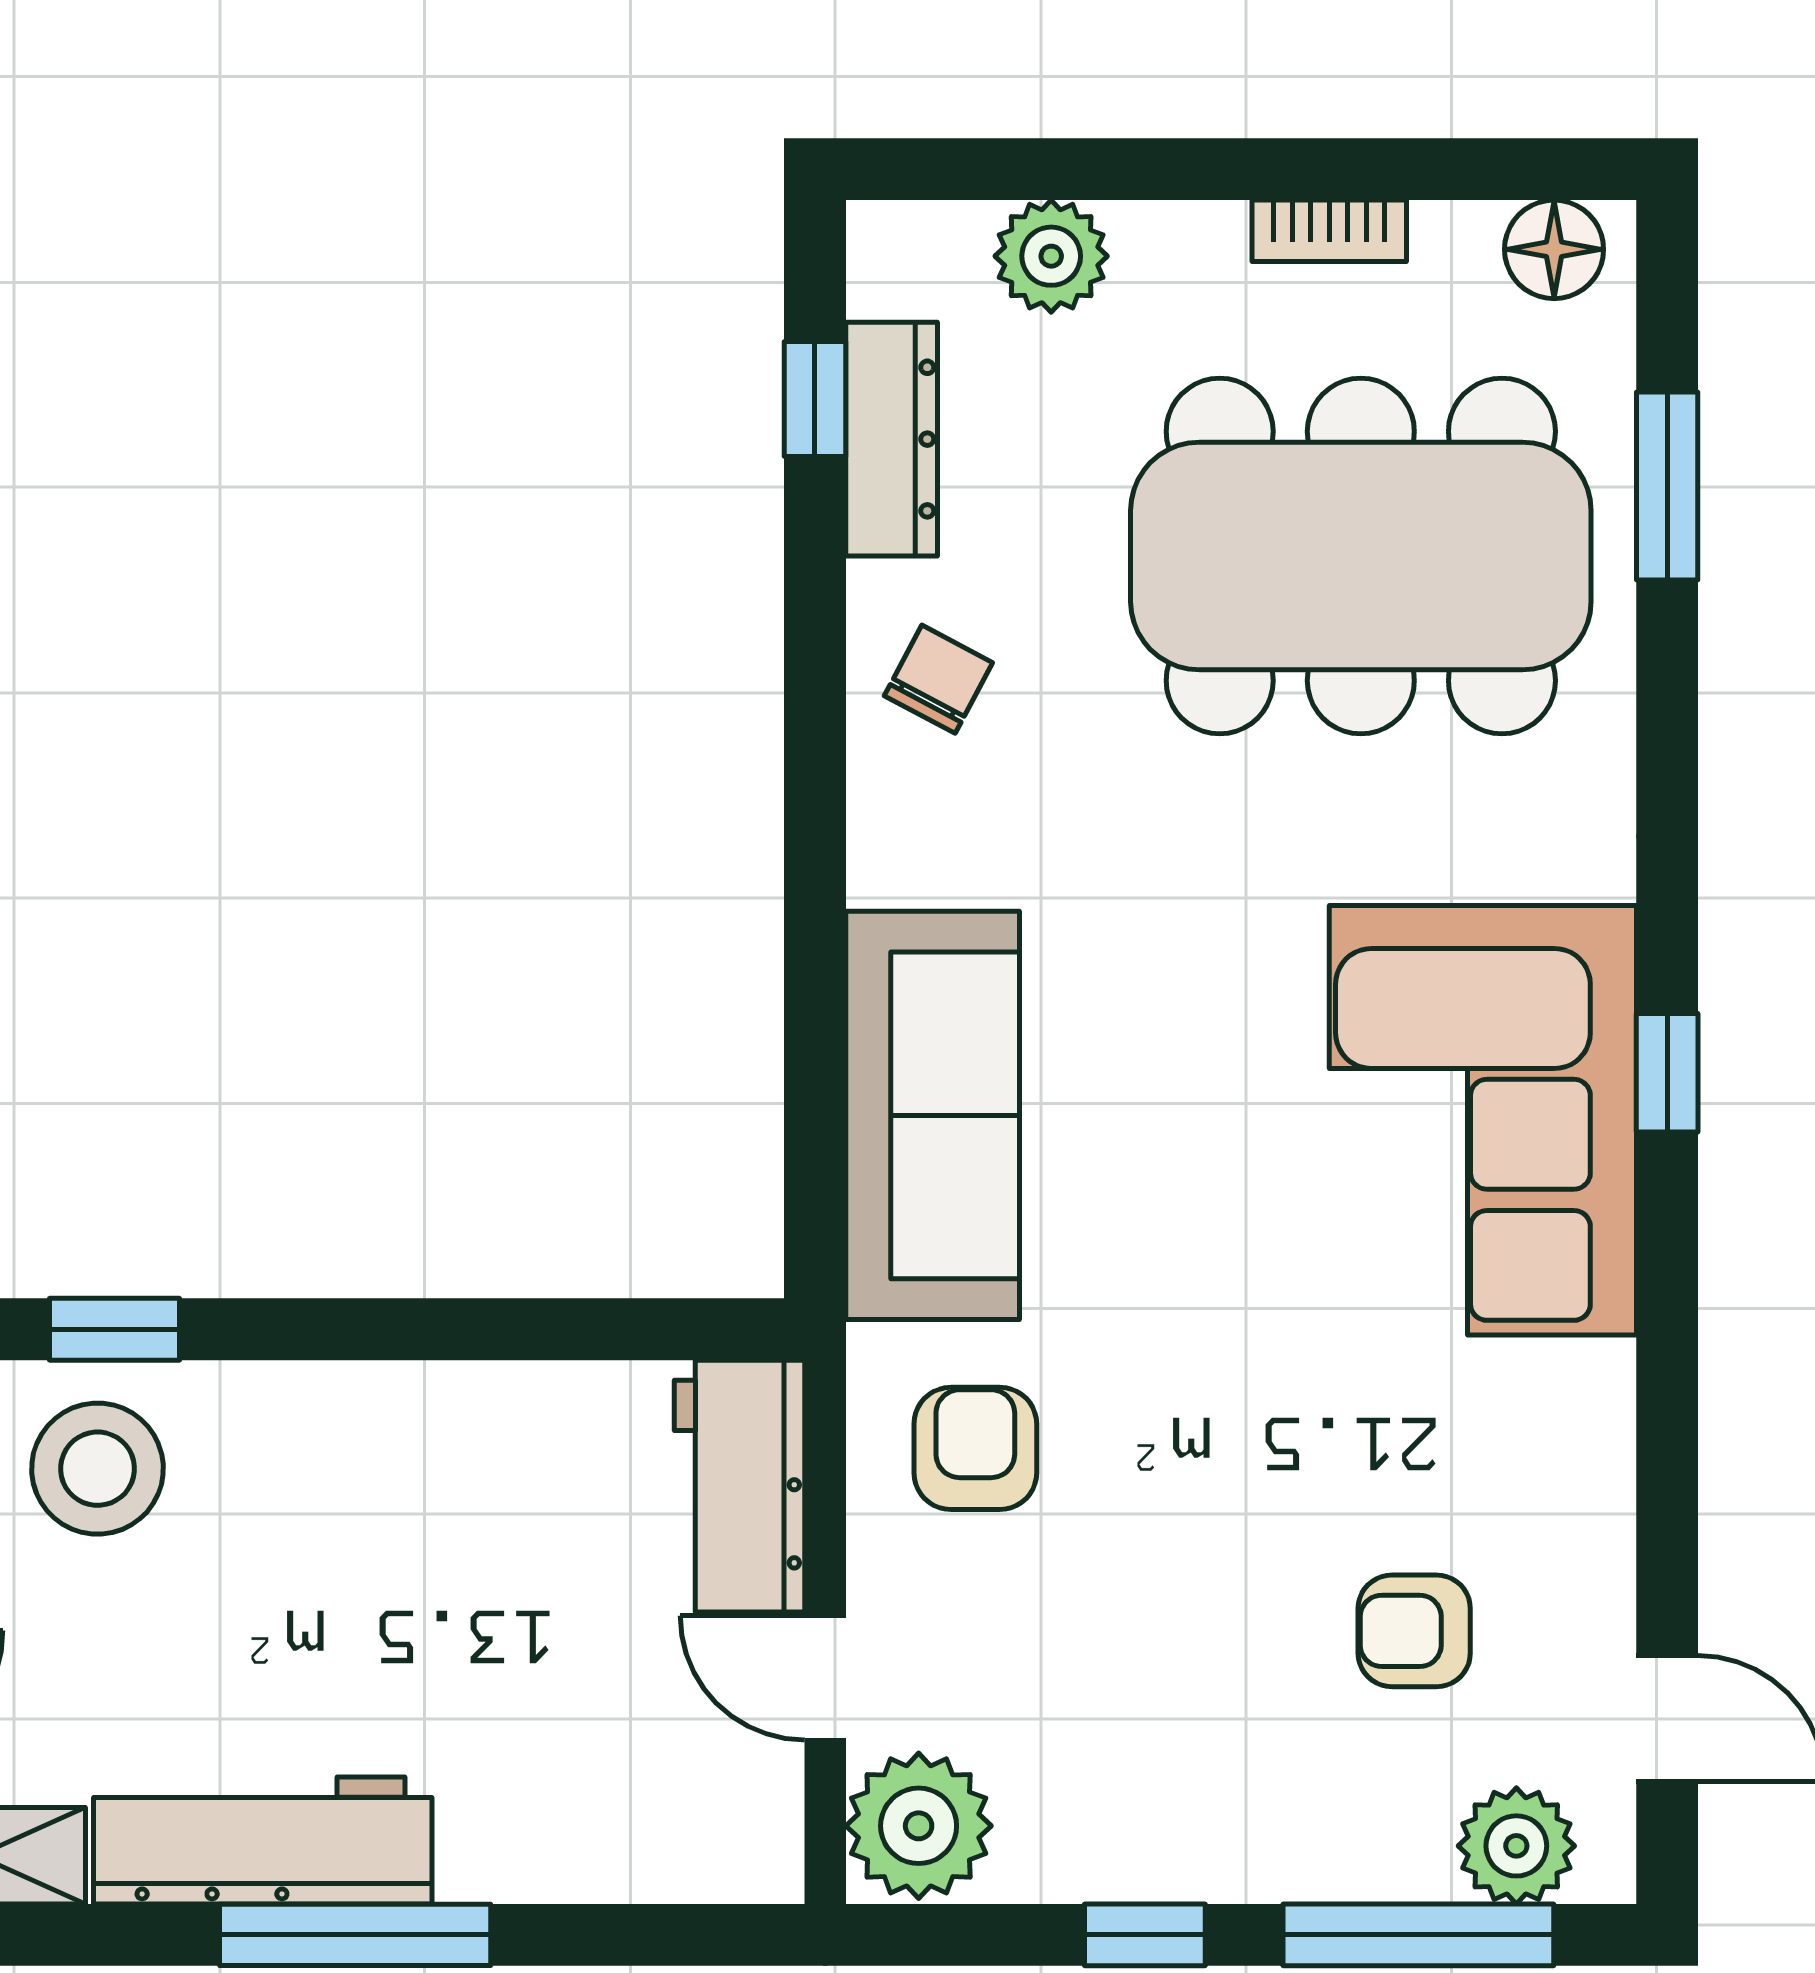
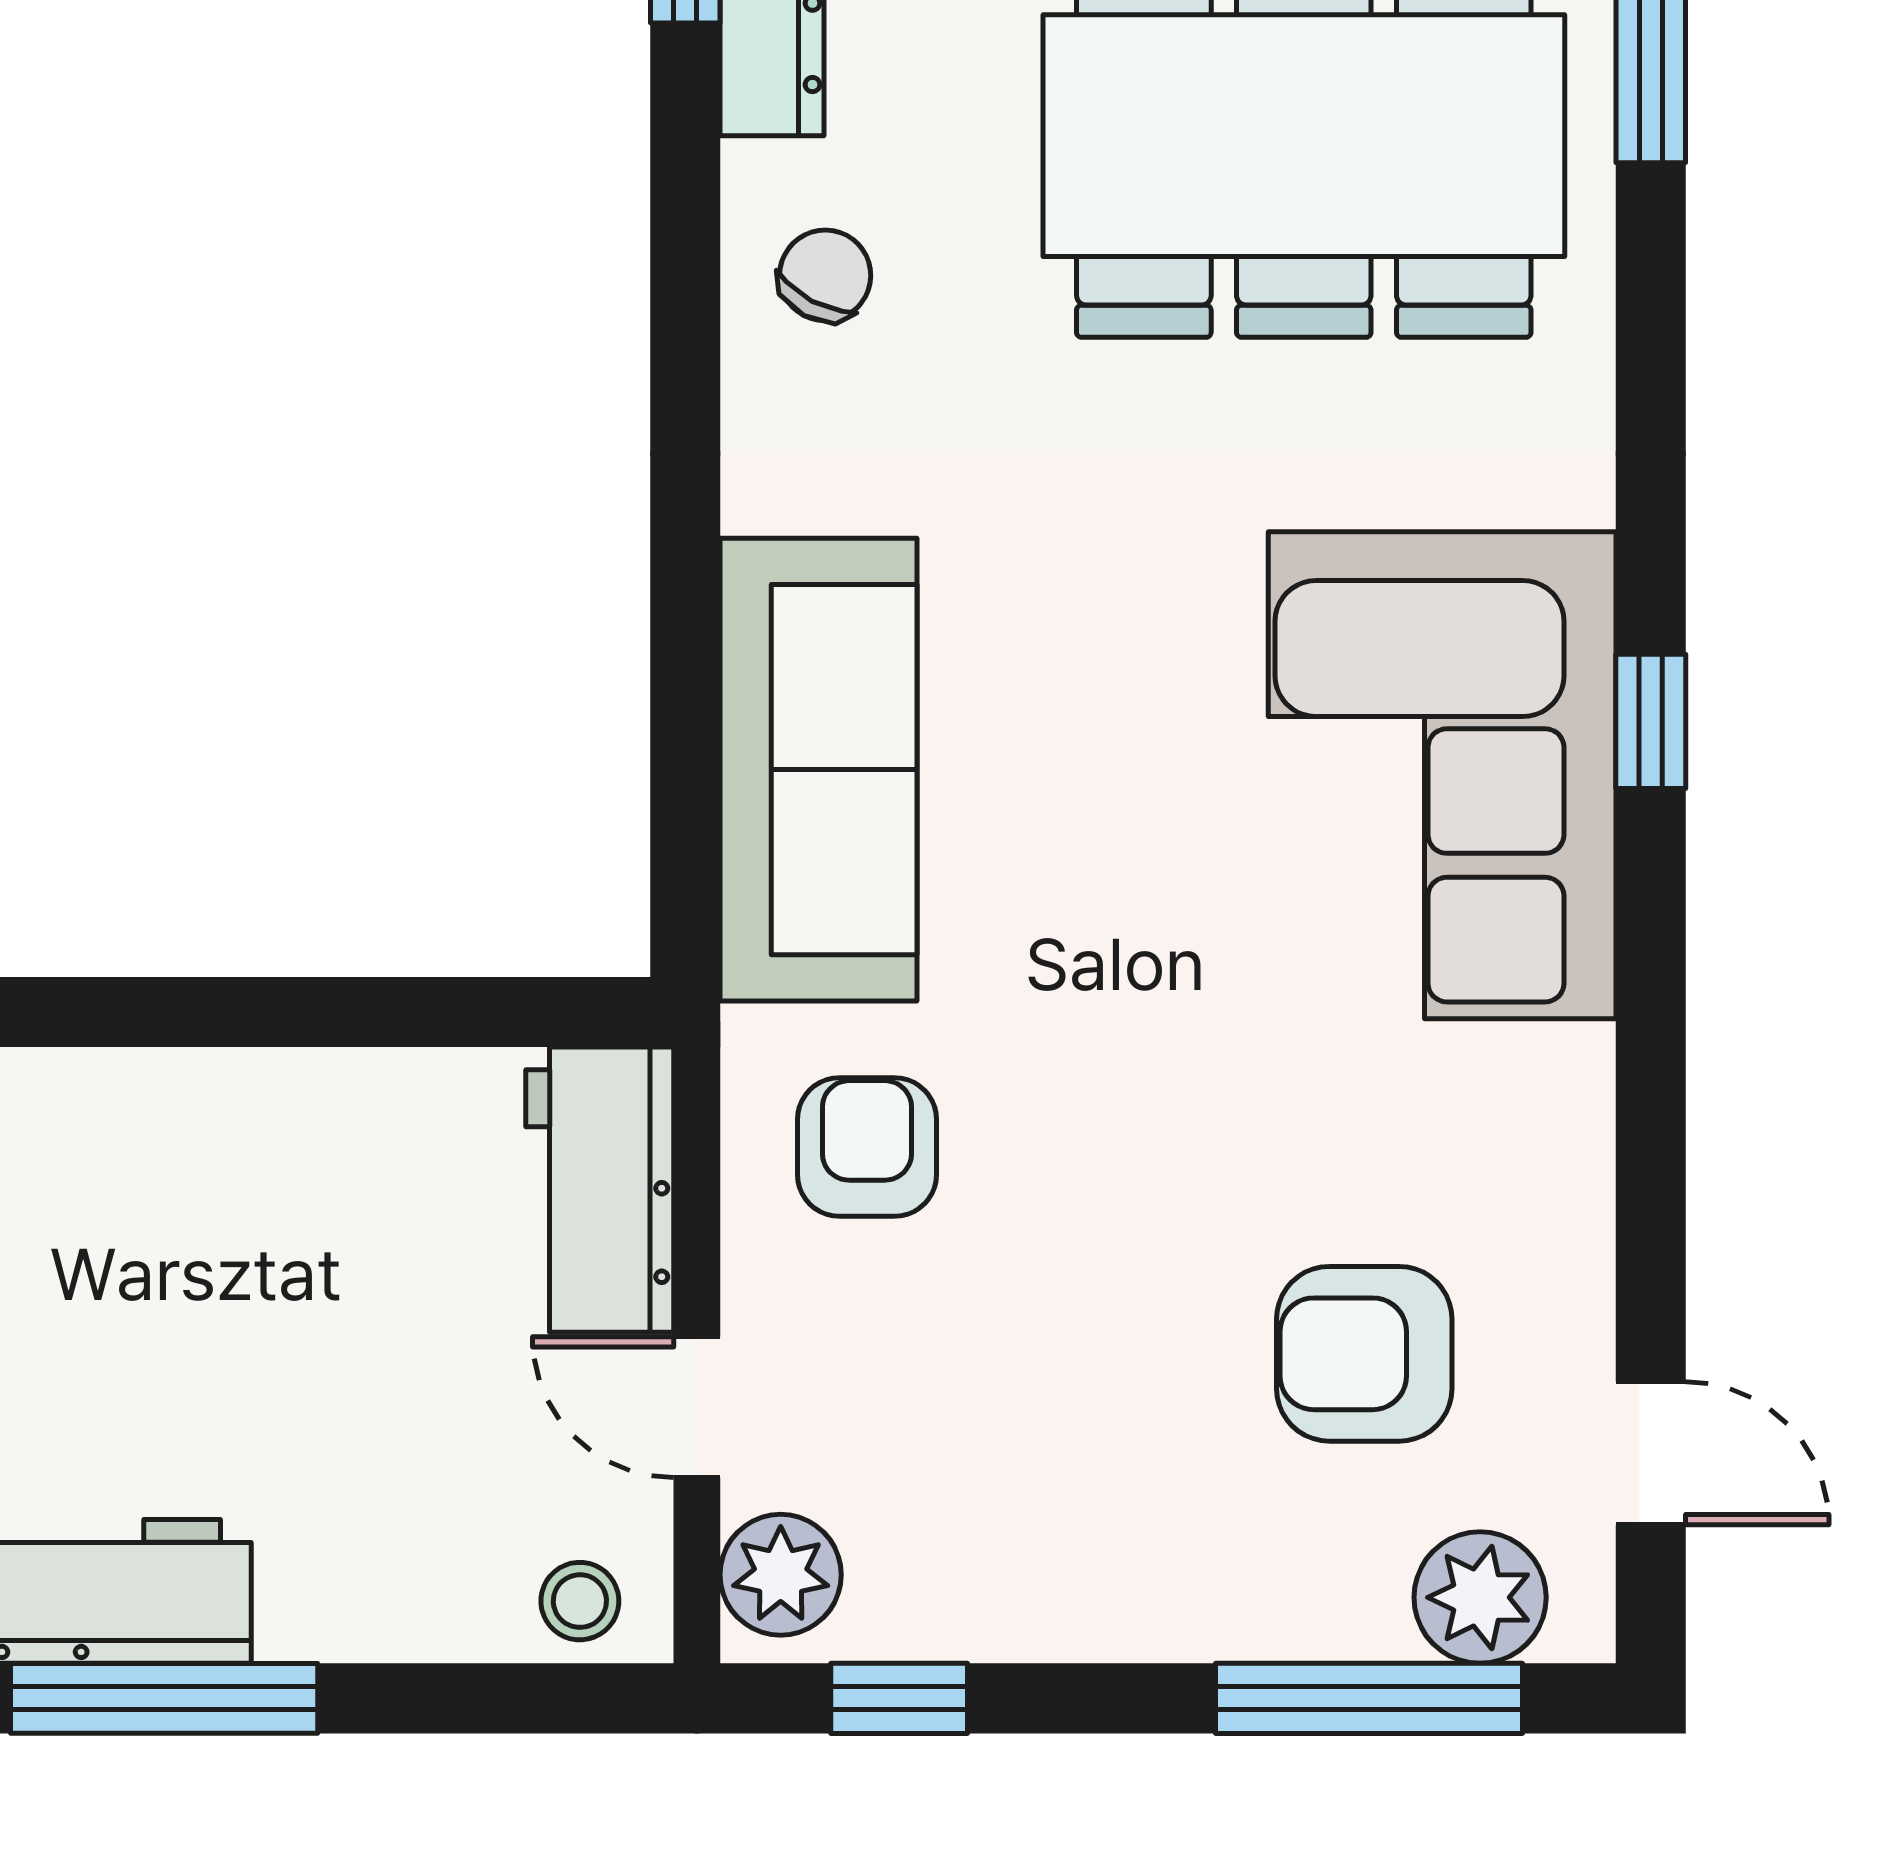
armchair: (1414, 1631) -> (1364, 1354), width x1.38, depth x1.38
plant: (919, 1826) -> (781, 1575), width x0.73, depth x0.73
stool: (722, 1849) -> (580, 1601), added
window: (1145, 1935) -> (899, 1698), moved

